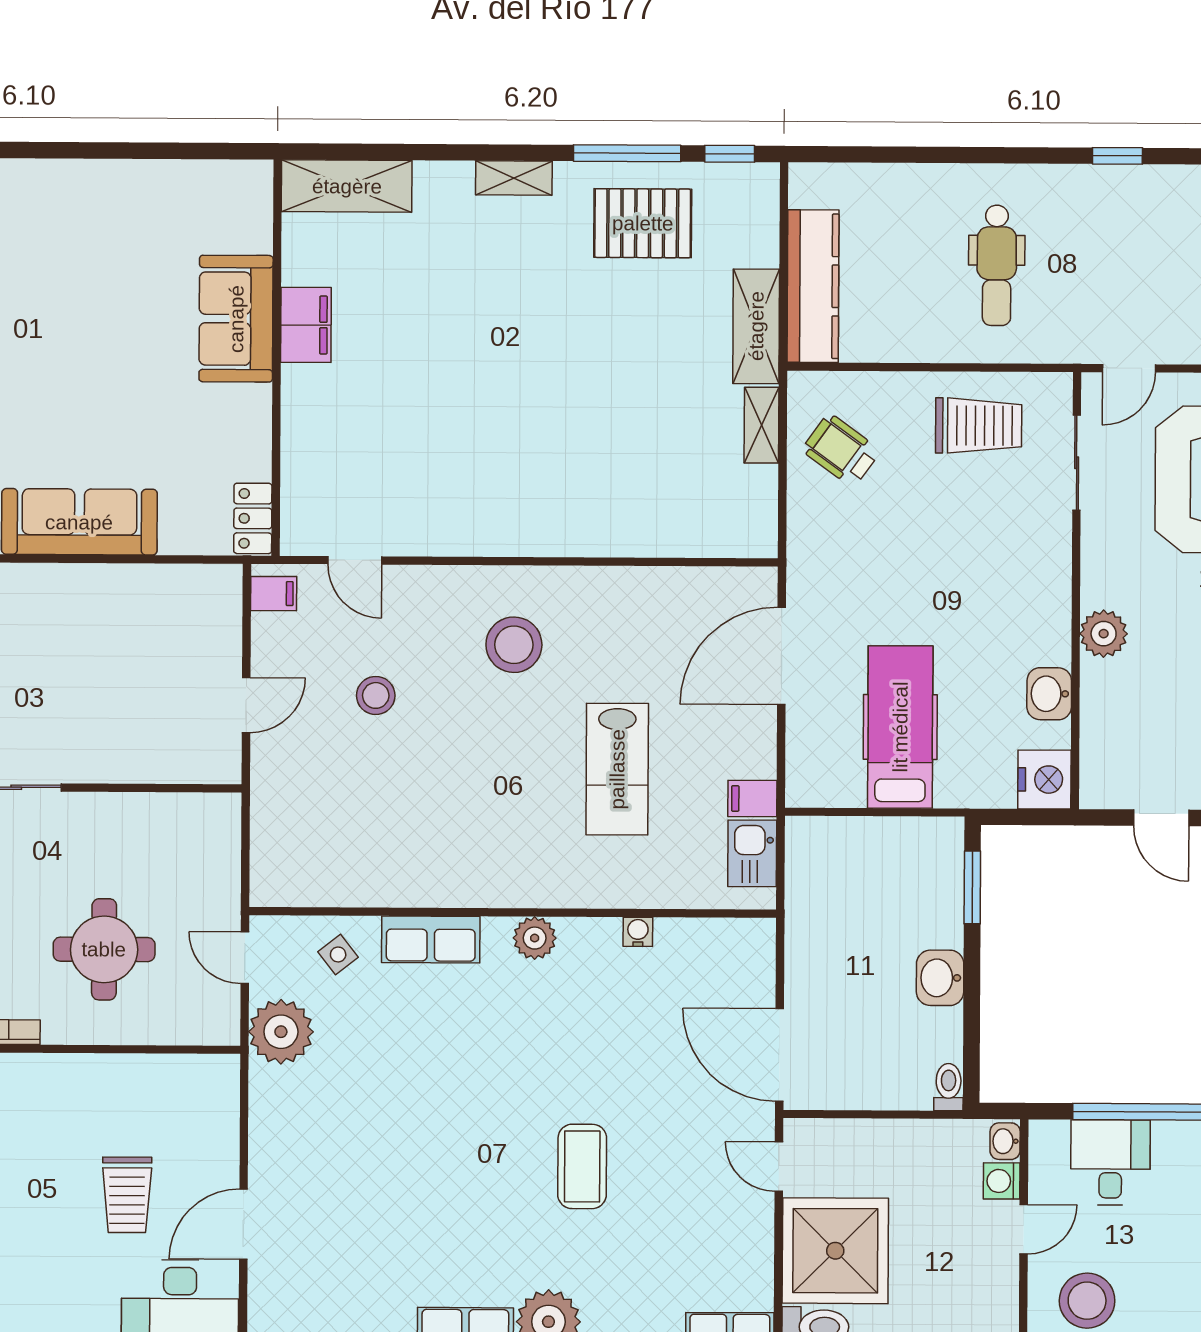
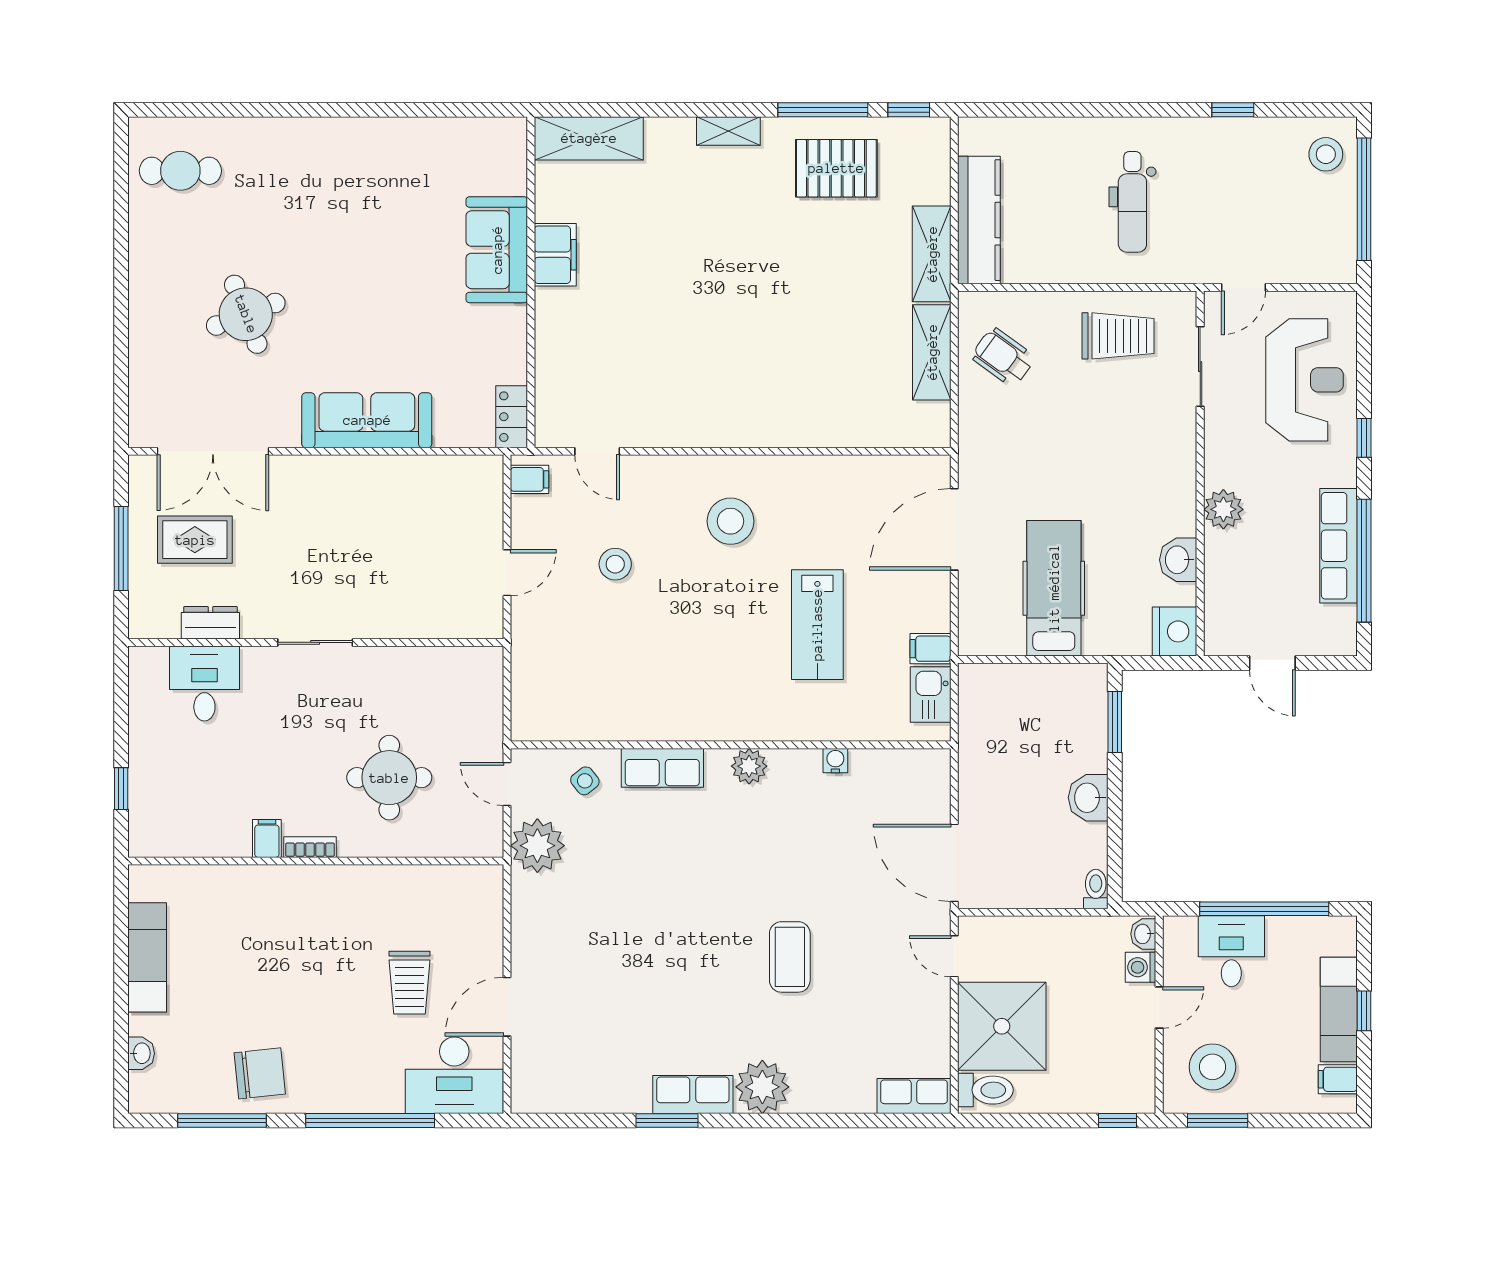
shelving: (762, 425) -> (932, 352), width x1.50, depth x1.33

